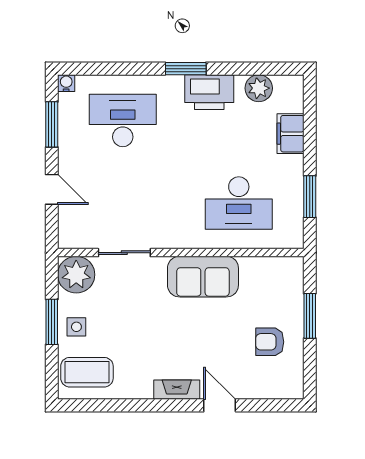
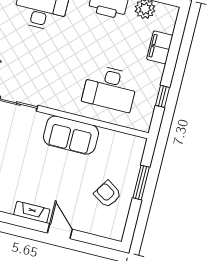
window: (310, 197) -> (162, 96), width x0.67
armchair: (270, 342) -> (108, 194), turned 33

